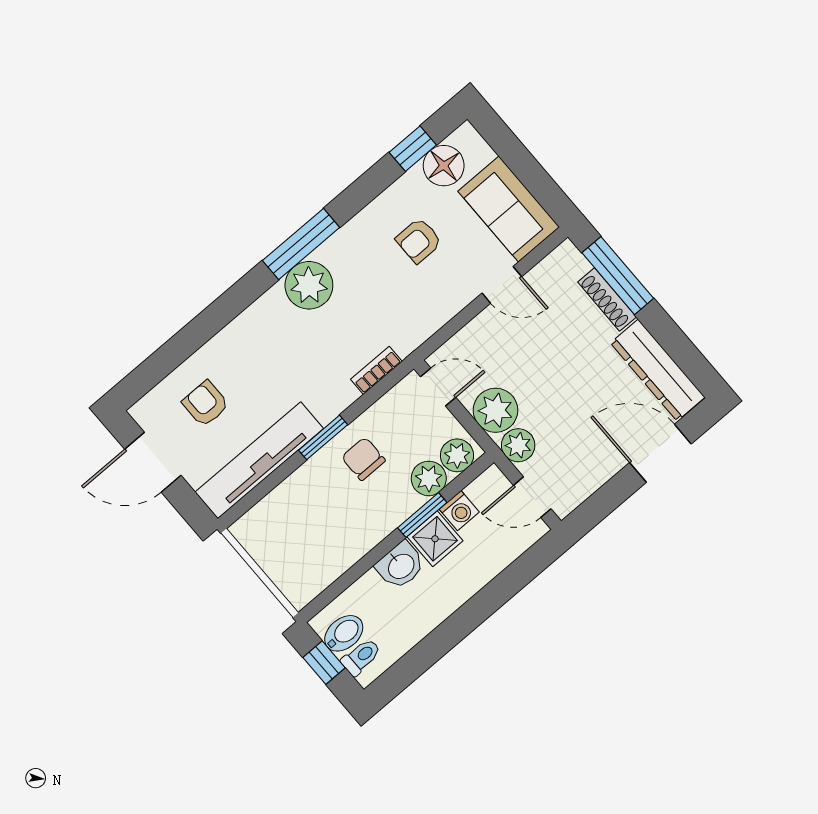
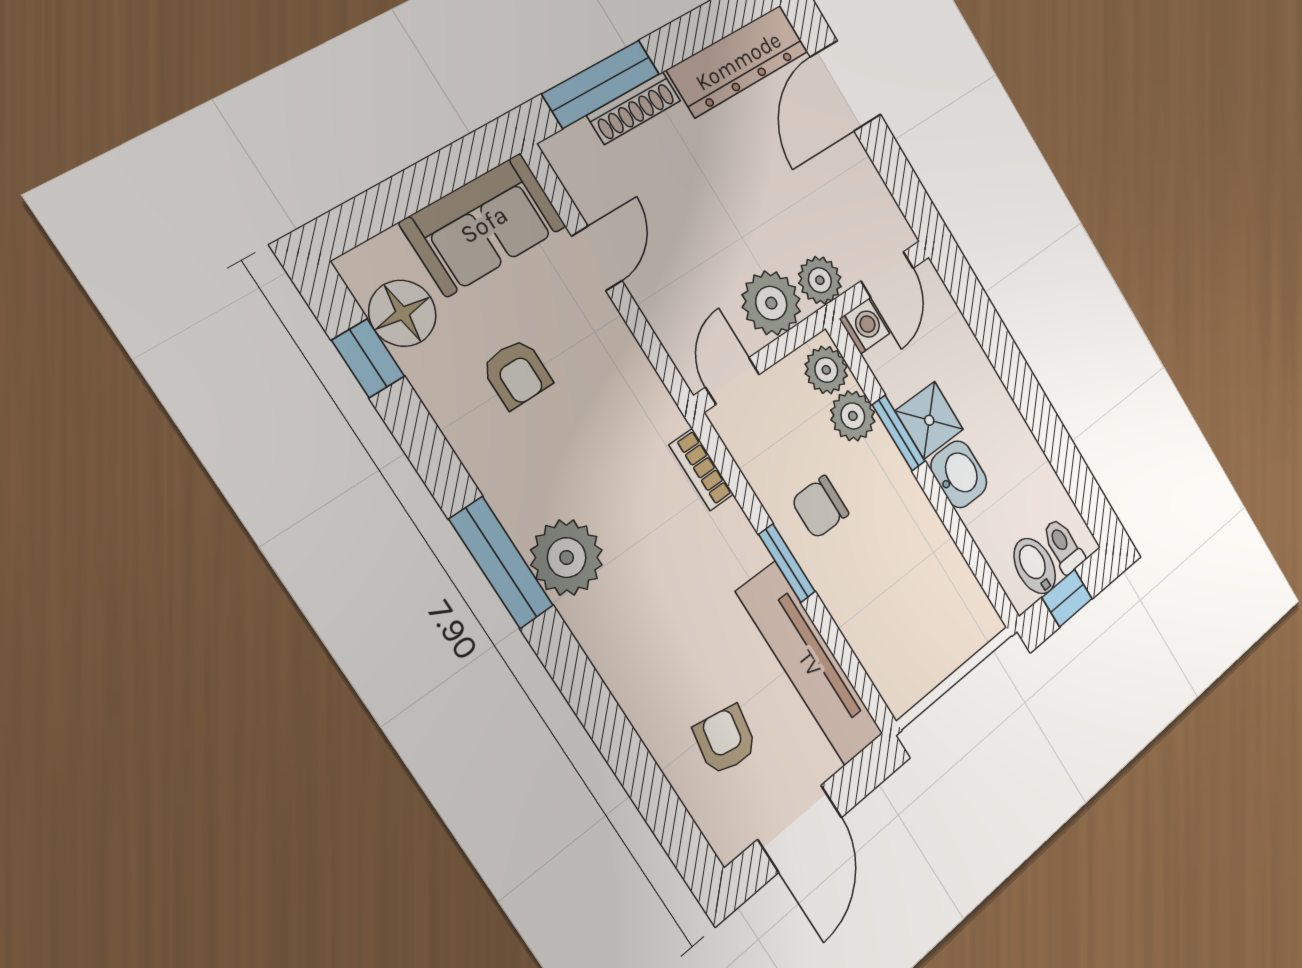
armchair: (205, 404) -> (725, 740), turned 100
washing machine: (459, 511) -> (865, 326), moved

